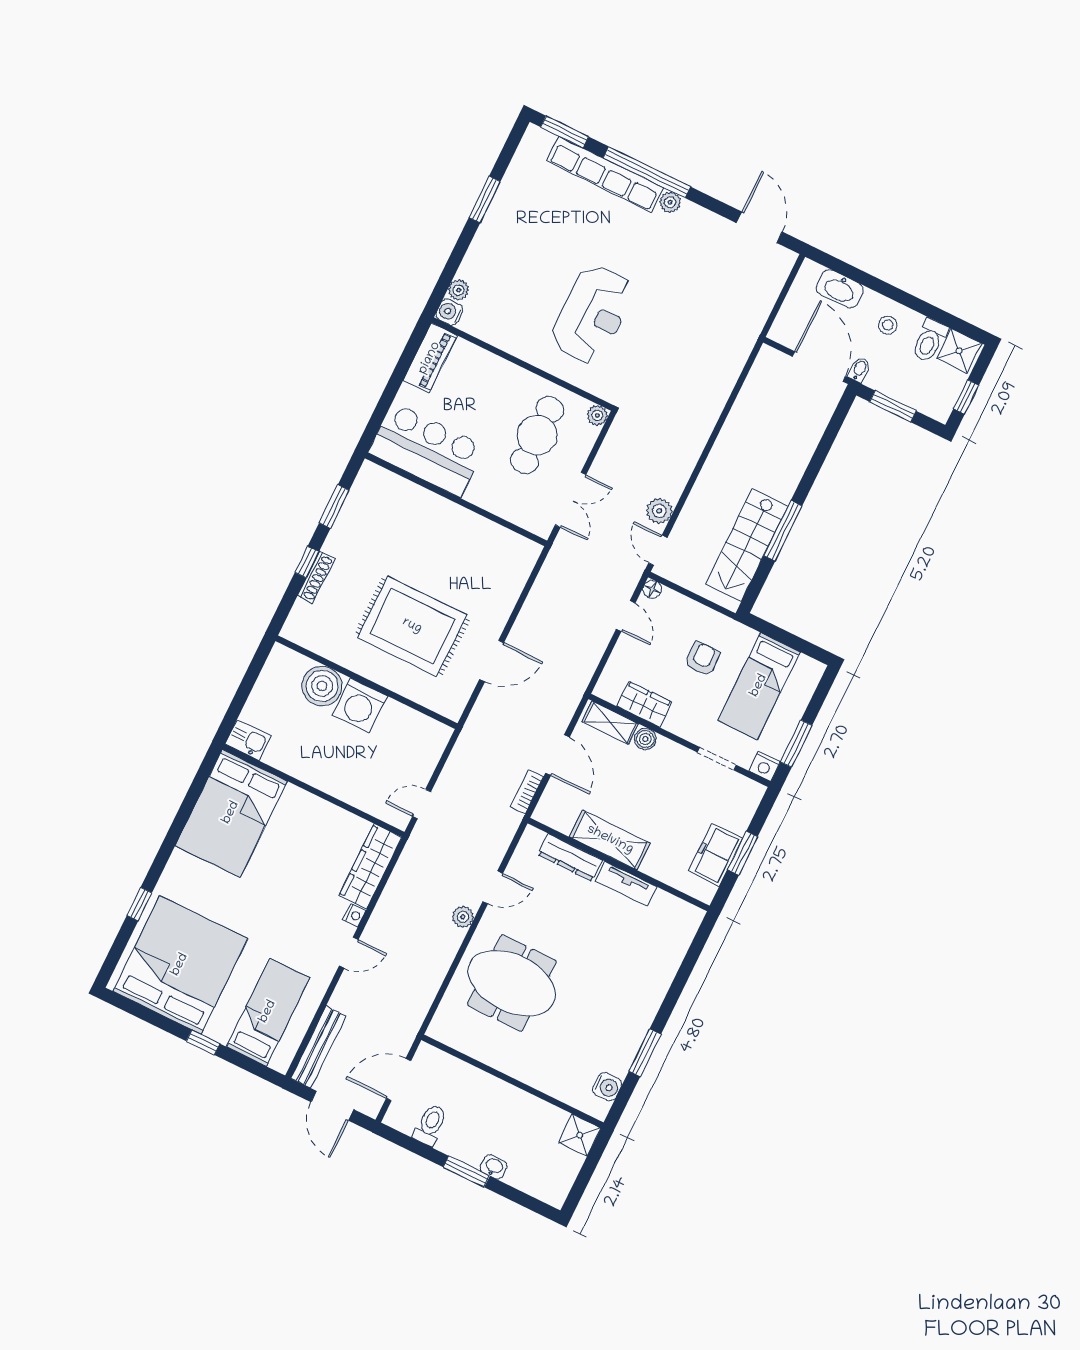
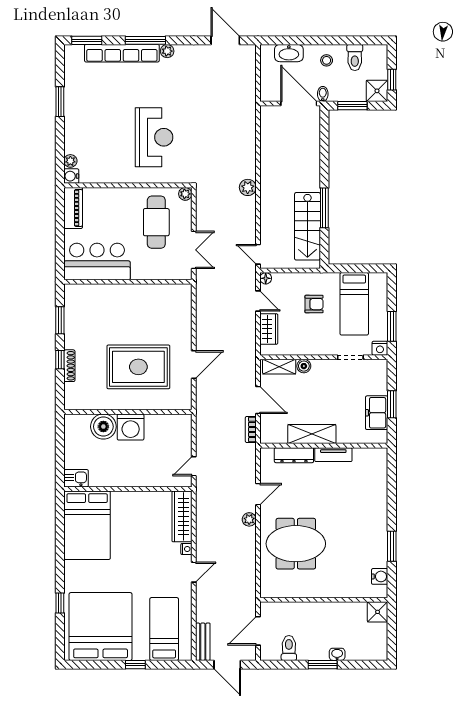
window: (647, 172) -> (145, 40), width x0.68
shower: (959, 351) -> (377, 91), moved
plant: (659, 511) -> (248, 187), moved
armchair: (702, 659) -> (314, 304), turned 90
wardrobe: (644, 704) -> (269, 329), moved, turned 90
bench: (318, 1047) -> (203, 642), width x0.73

